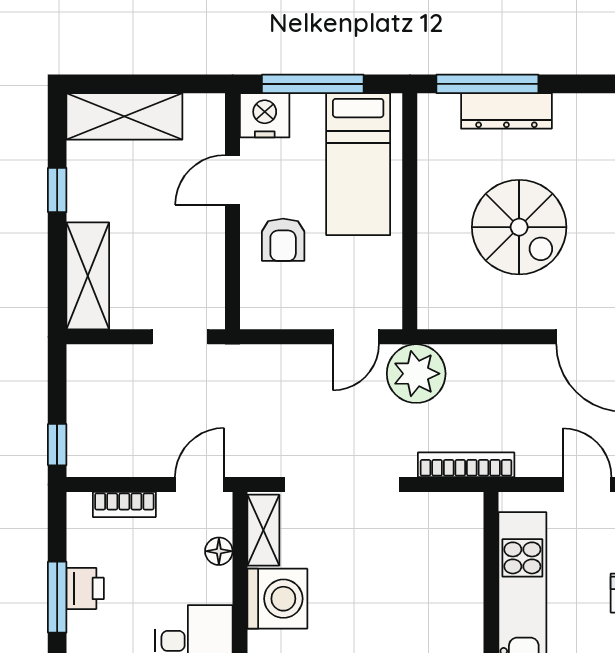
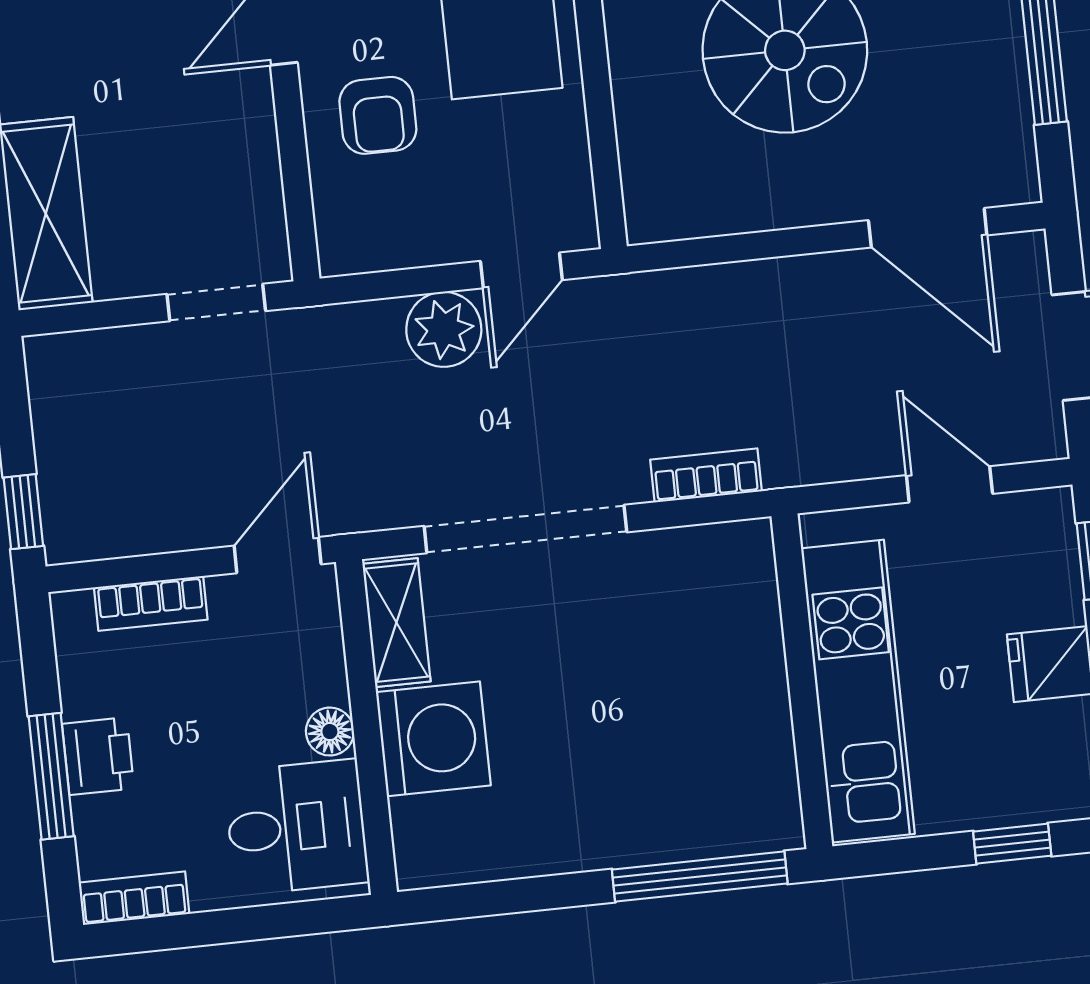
plant: (416, 374) -> (444, 329), moved, width x0.73, depth x0.73
bookcase: (466, 465) -> (706, 475), width x0.64
floor lamp: (219, 551) -> (330, 732), moved

